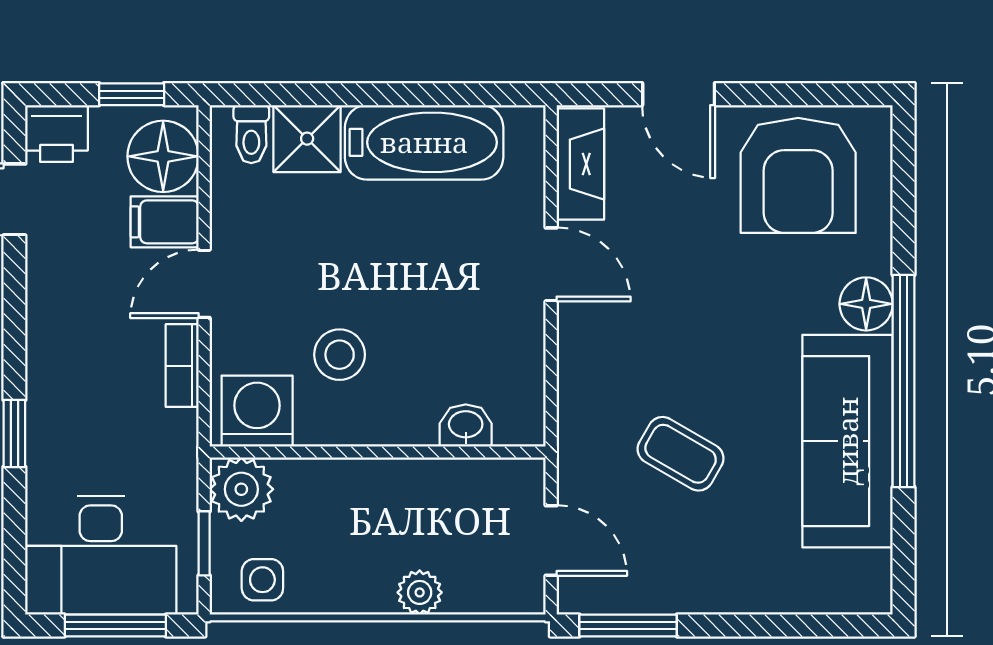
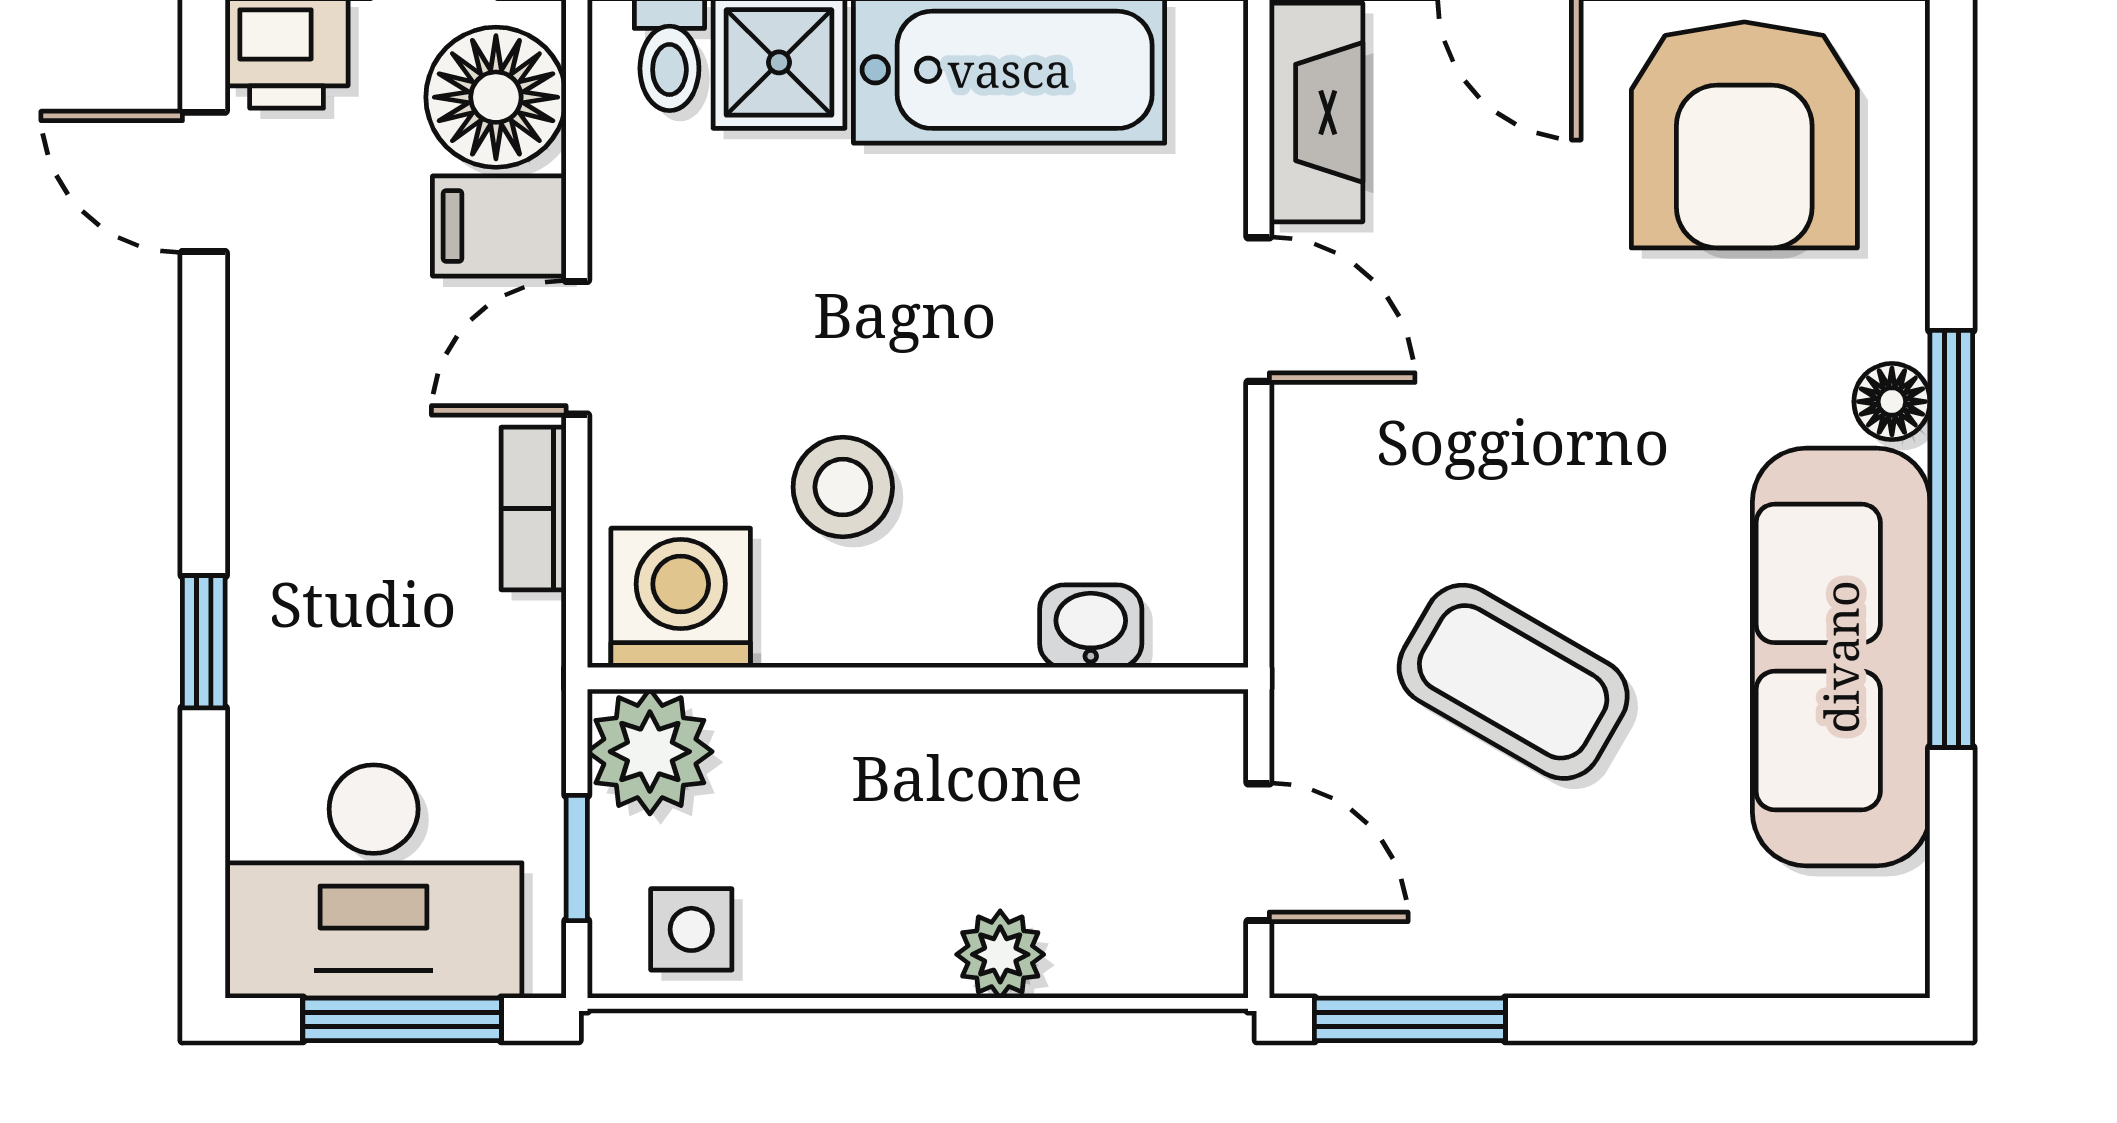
floor lamp: (866, 304) -> (1892, 402), width x0.73, depth x0.73
coffee table: (681, 454) -> (1513, 682), width x1.36, depth x1.30

